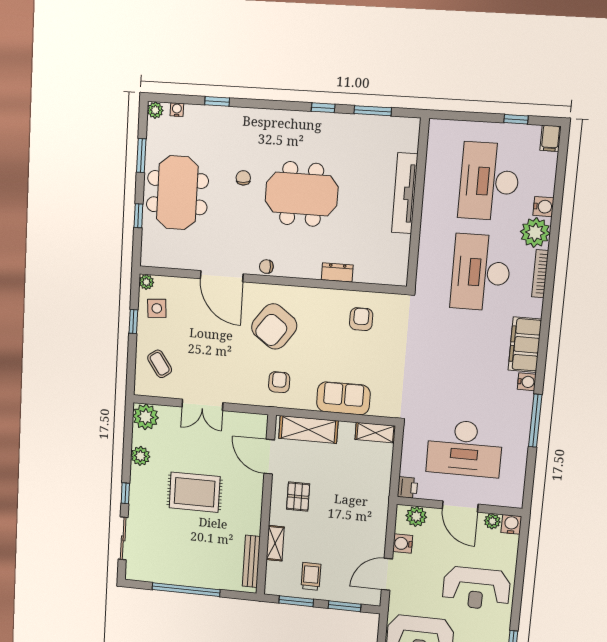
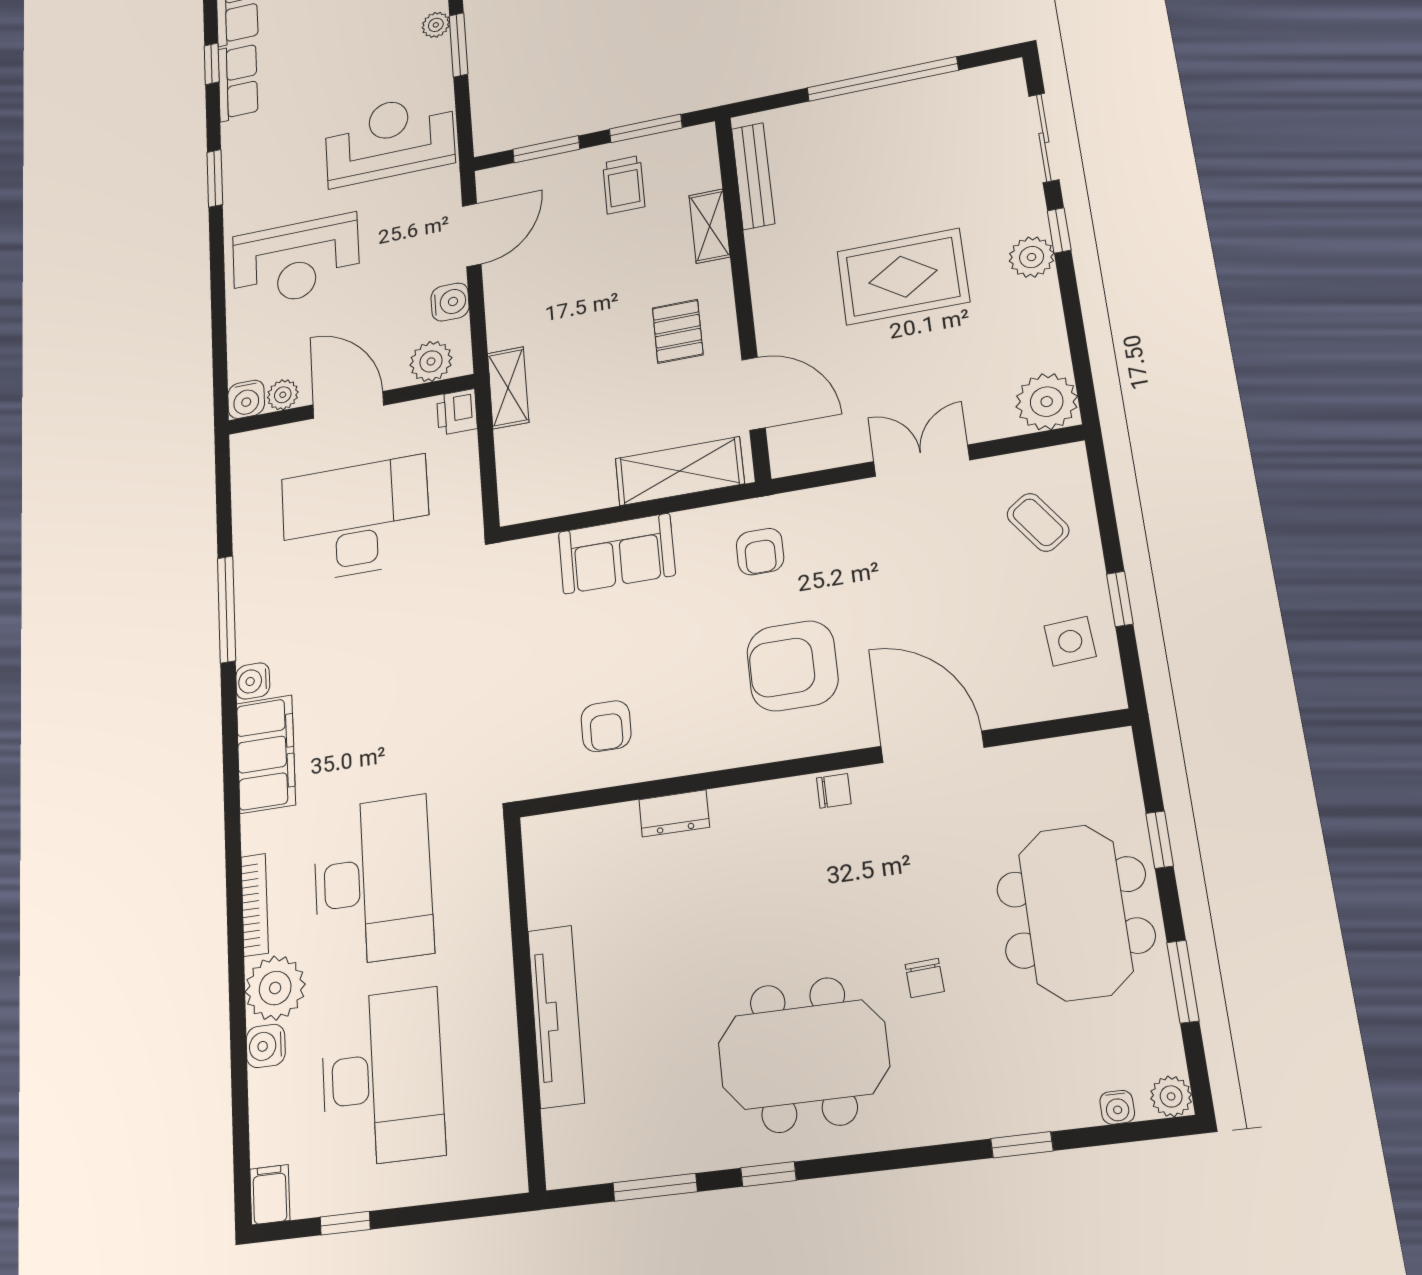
meeting table: (302, 194) -> (803, 1055), moved
plant: (146, 282) -> (1108, 694), removed
armchair: (274, 326) -> (792, 666), turned -126
shelving: (375, 433) -> (508, 388), moved, turned 90
plant: (140, 456) -> (1032, 257), moved
reception desk: (476, 588) -> (296, 261), turned 180

